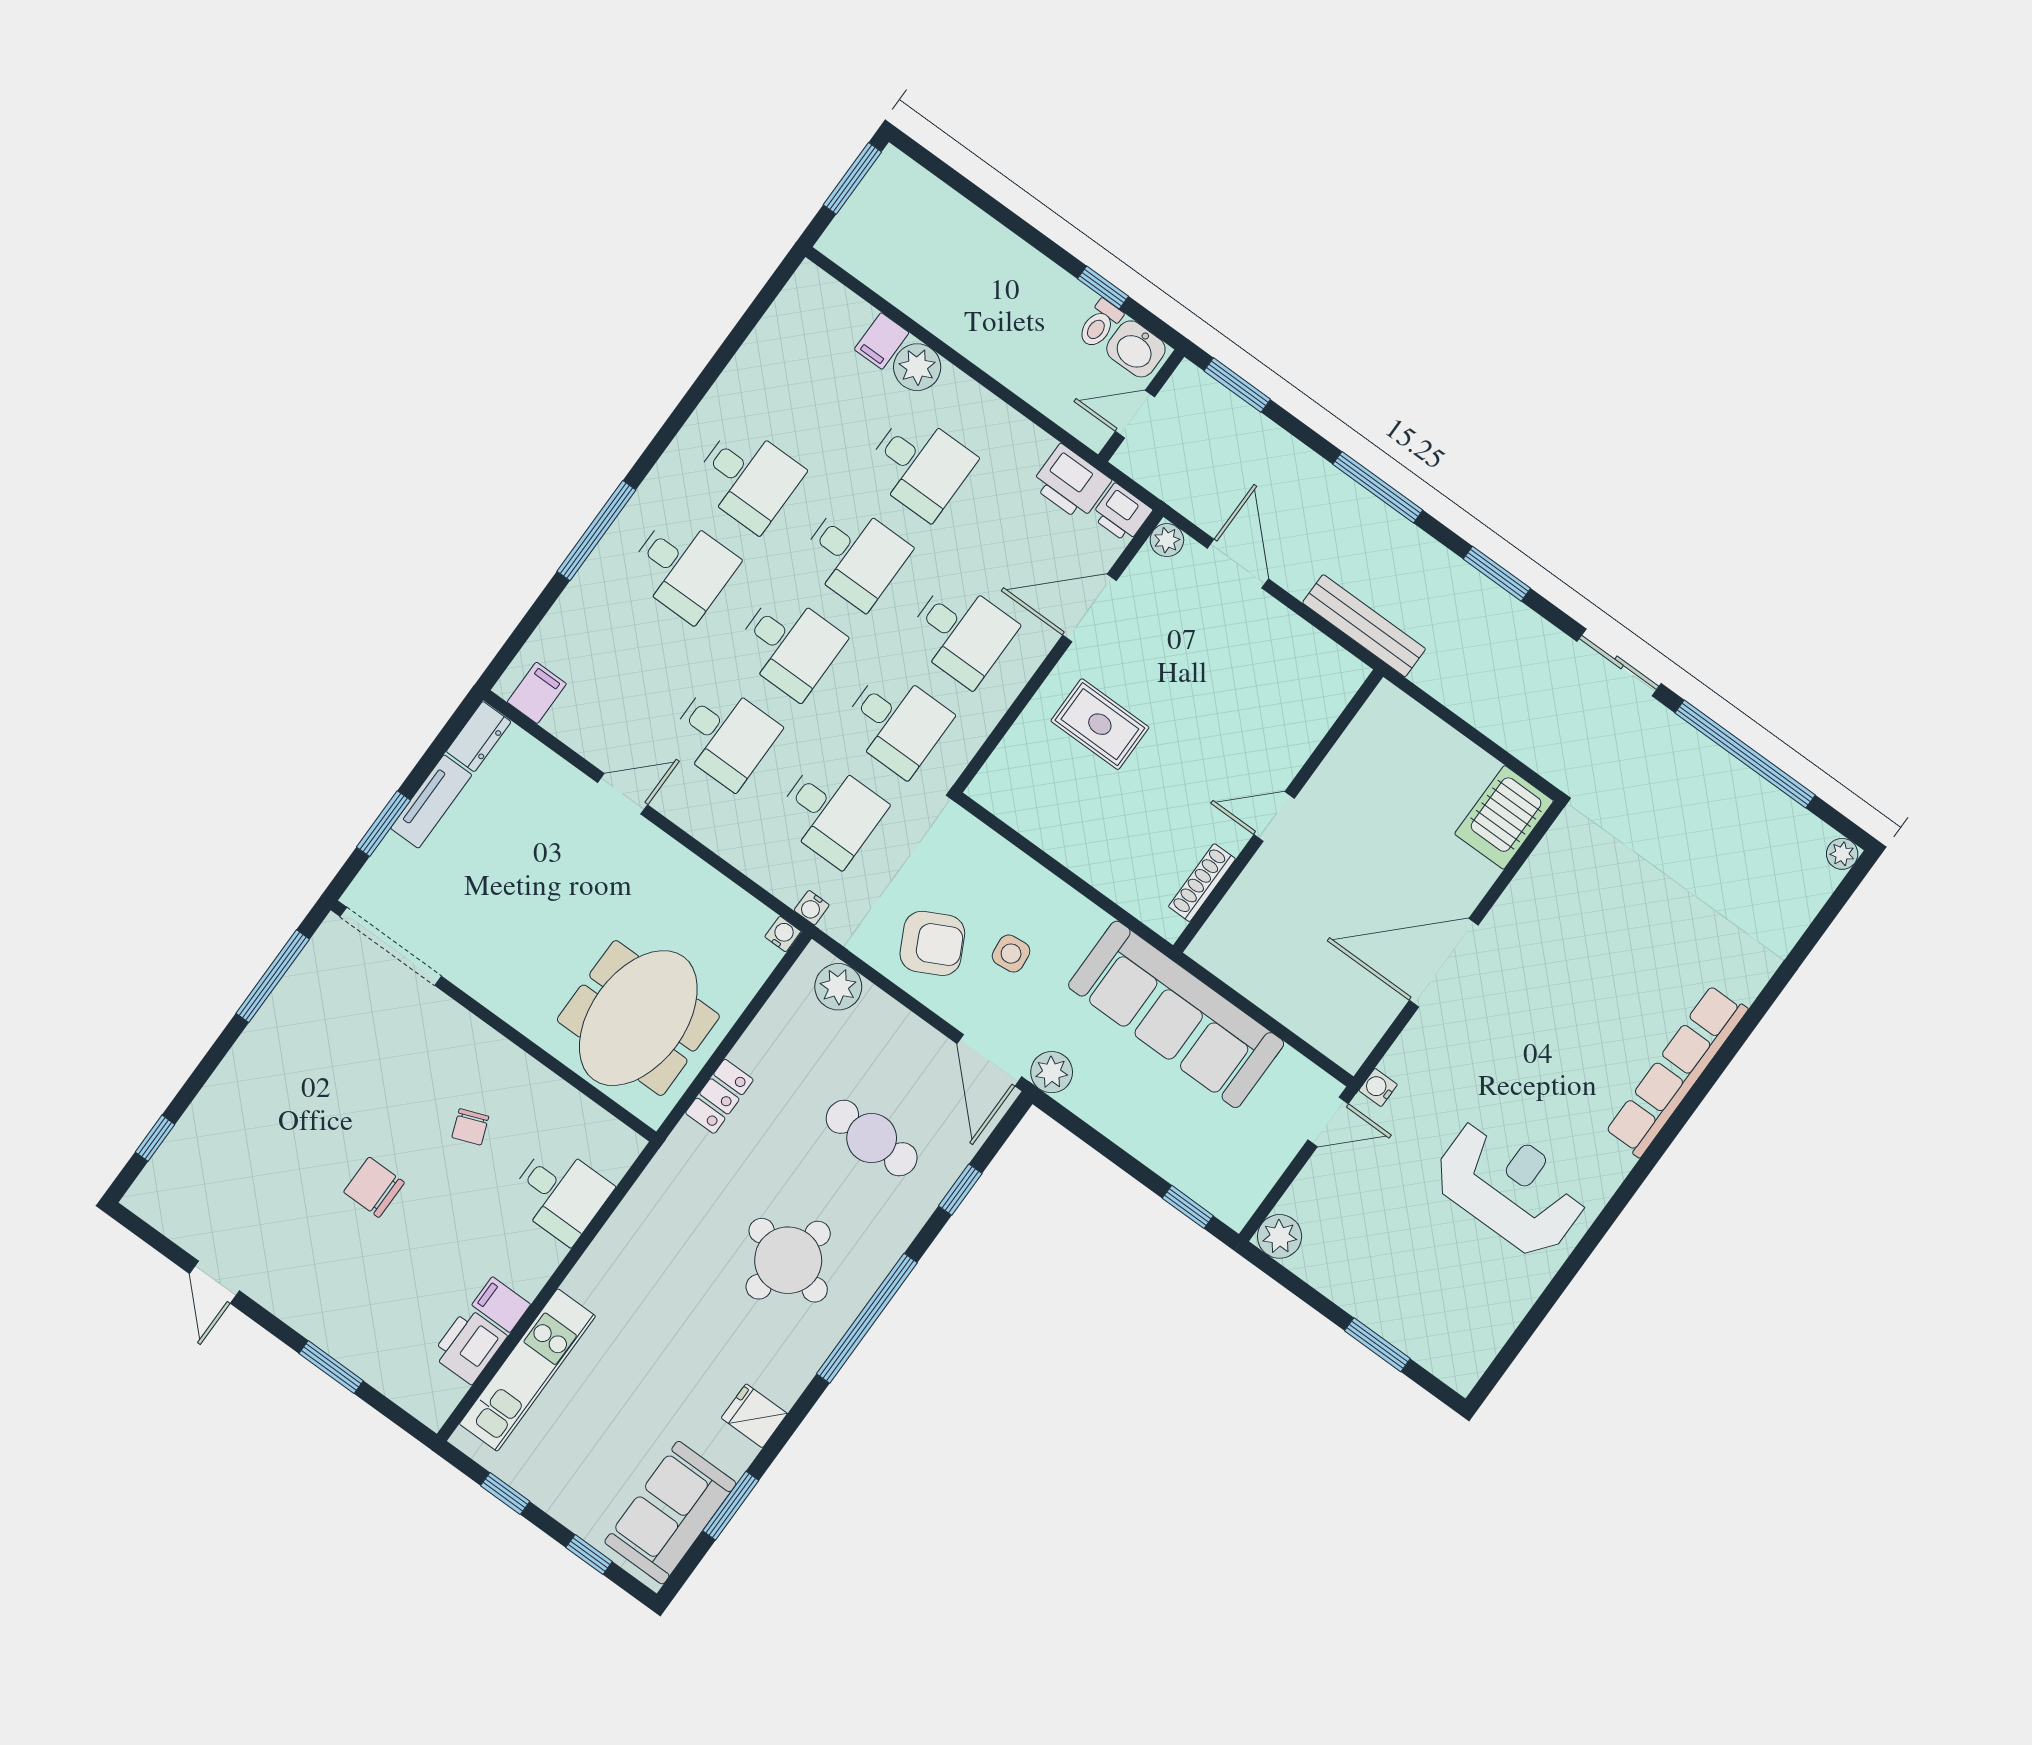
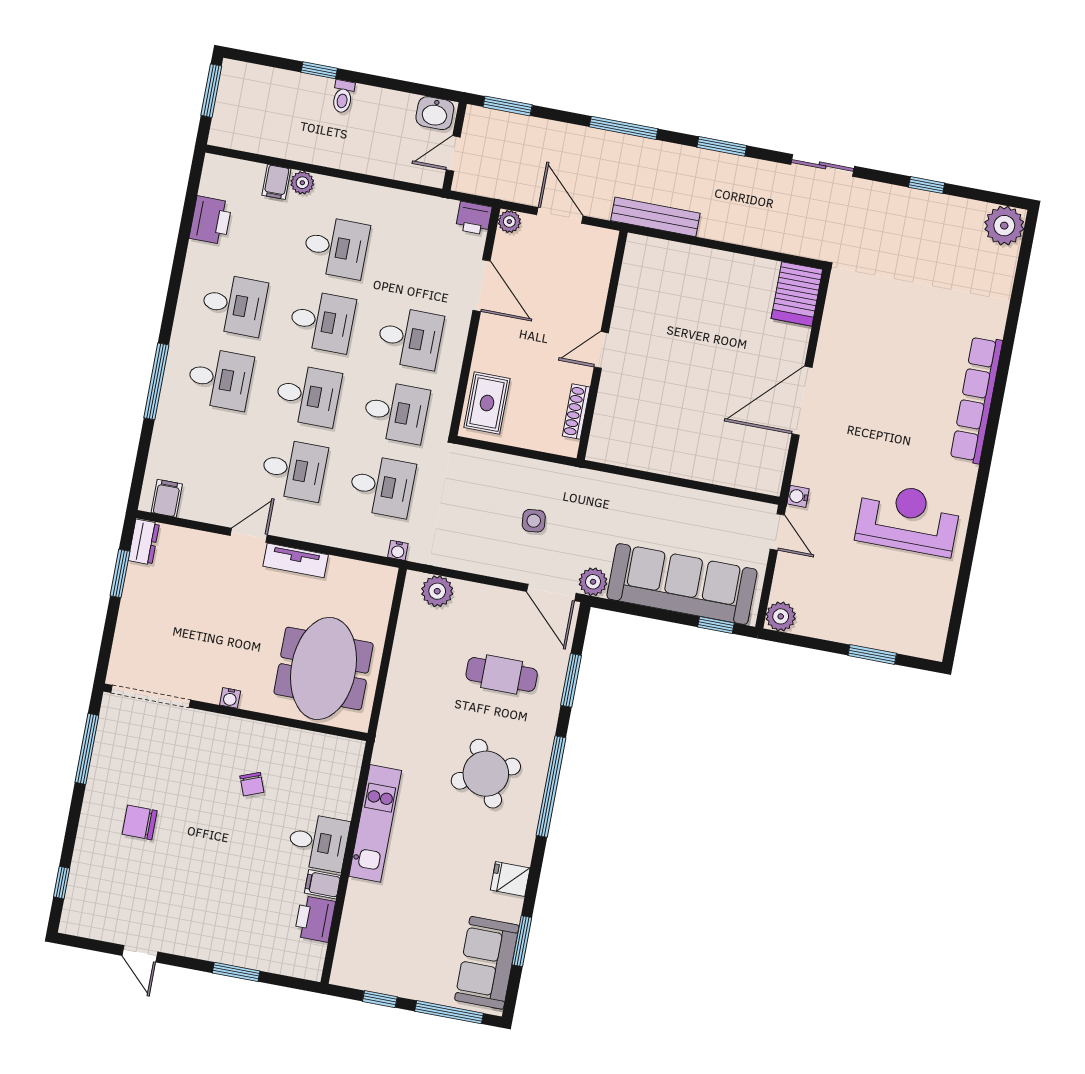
window: (1103, 287) -> (319, 70), moved
toilet: (1100, 324) -> (343, 97), moved
plant: (917, 367) -> (302, 183), width x0.73, depth x0.73
printer: (1071, 483) -> (211, 220), moved, turned -90
door: (1089, 608) -> (482, 286), swing flipped
rug: (1100, 724) -> (487, 403), moved, turned 90
window: (1745, 754) -> (927, 185), width x0.32
tv unit: (431, 802) -> (296, 560), moved, turned 90
wall: (1278, 811) -> (602, 345), moved
door: (1274, 817) -> (601, 350), moved
window: (383, 824) -> (120, 574), moved
plant: (1842, 854) -> (1004, 226), width x1.88, depth x1.88
shoe rack: (1202, 883) -> (576, 411), moved
water cooler: (783, 934) -> (230, 698), moved, turned 180
armchair: (932, 943) -> (482, 537), removed
sofa: (1176, 1014) -> (682, 584), moved, turned 180
locker: (719, 1096) -> (396, 693), removed
door: (1328, 1122) -> (777, 532), hinge flipped
chair: (374, 1187) -> (140, 822), moved
window: (960, 1190) -> (571, 680), width x1.50
desk: (560, 1193) -> (318, 842), moved
round table: (788, 1260) -> (486, 774), turned -38
kitchen unit: (527, 1370) -> (375, 823), moved
window: (589, 1554) -> (449, 1012), width x2.17

